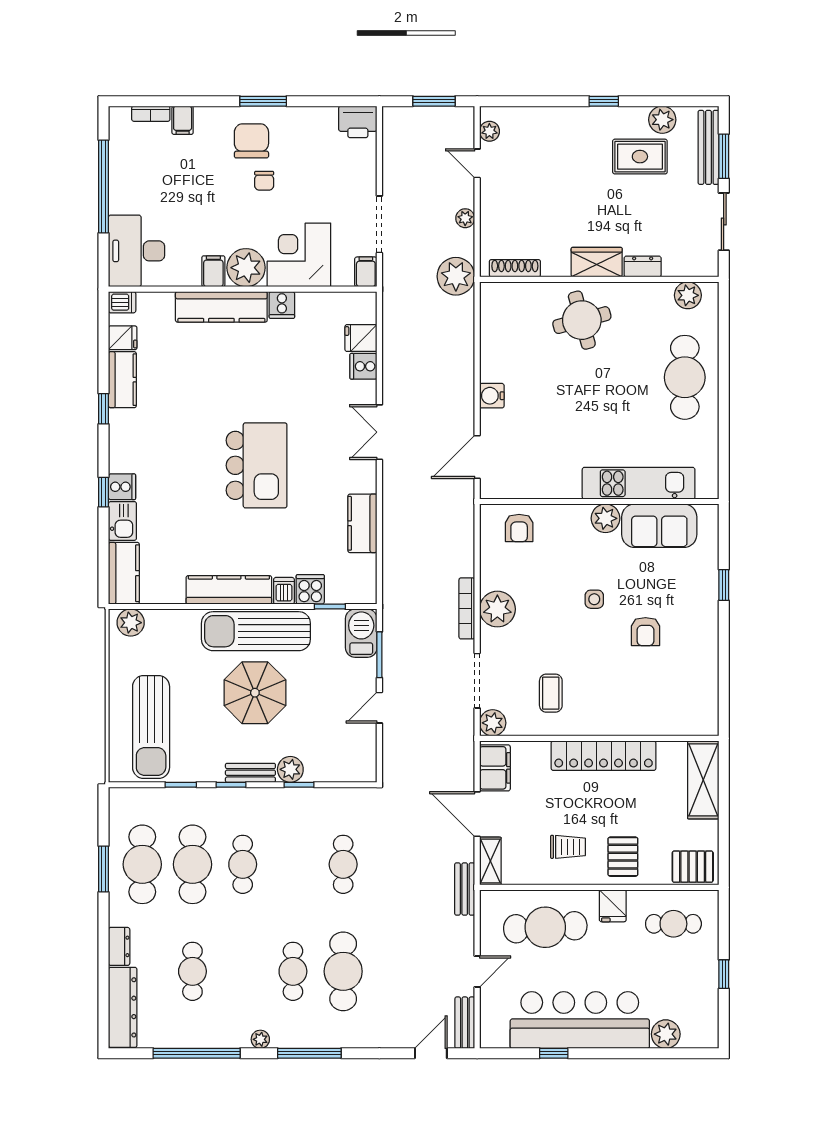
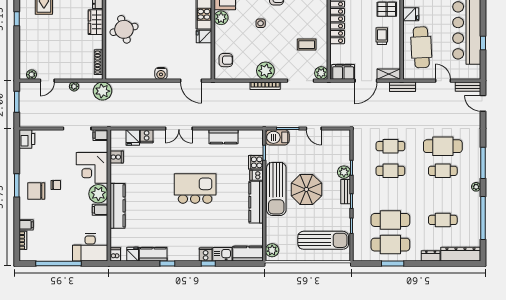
cooker: (282, 305) -> (117, 157), moved
fridge: (567, 484) -> (204, 37), added
cafe table: (243, 864) -> (390, 171), moved

